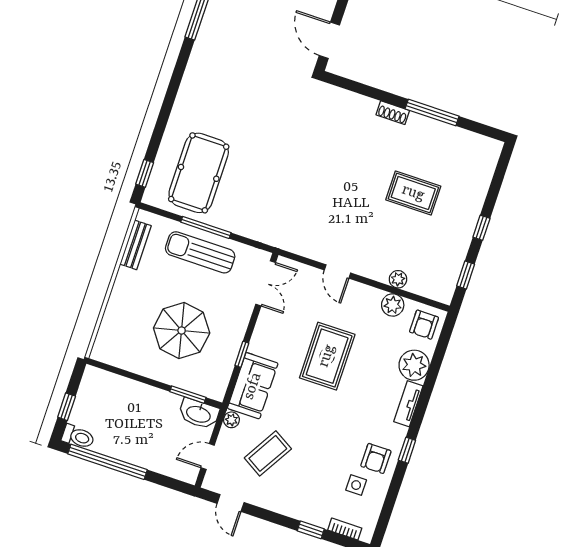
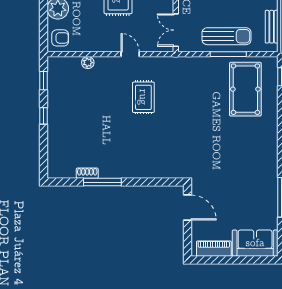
shoe rack: (393, 113) -> (87, 173), moved
rug: (413, 193) -> (143, 97), moved, turned 90
plant: (393, 305) -> (86, 44), removed
armchair: (424, 325) -> (60, 38), turned 90

